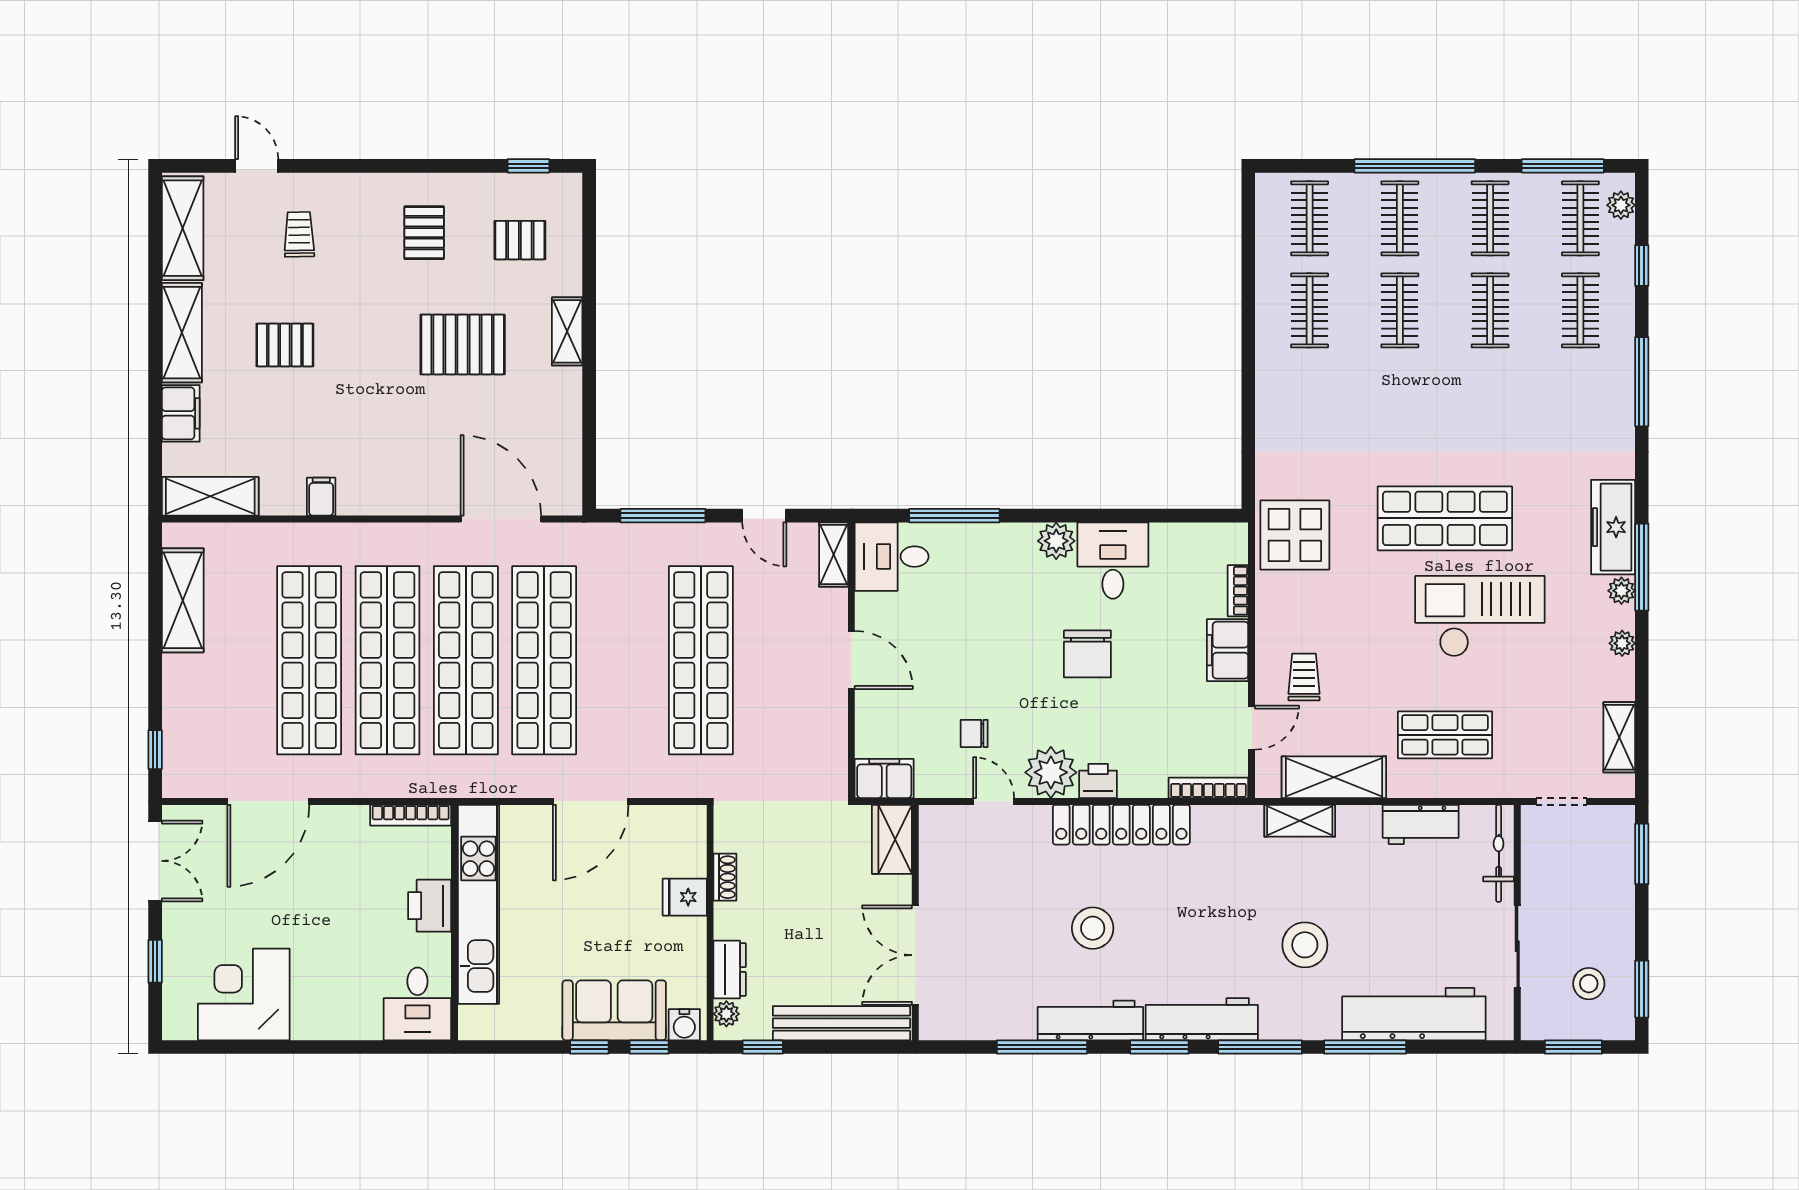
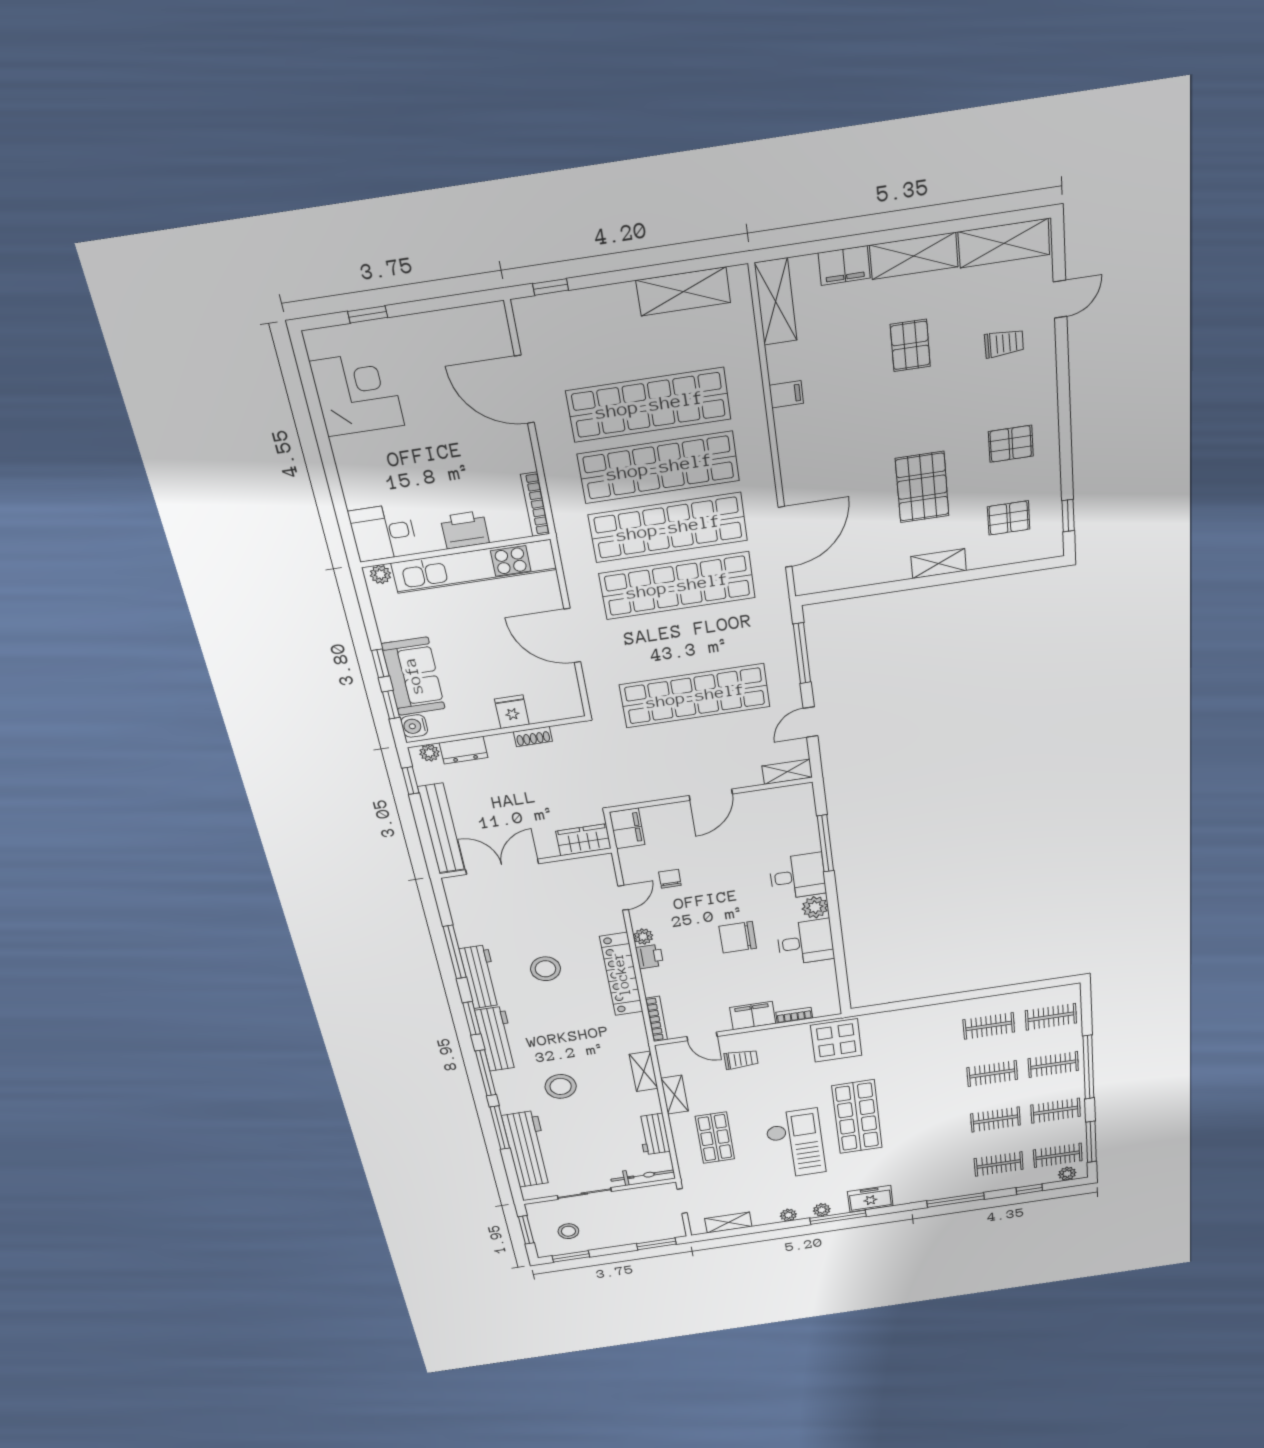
pallet: (520, 240) -> (1009, 518), turned 90
freezer: (1613, 527) -> (870, 1199), width x0.71
desk: (892, 557) -> (798, 876), moved, turned 90
plant: (1051, 772) -> (643, 937), width x0.53, depth x0.53
shelving: (1334, 777) -> (675, 1095), width x0.67, depth x0.75
double door: (155, 861) -> (454, 301), removed
plant: (471, 1019) -> (380, 574), added

